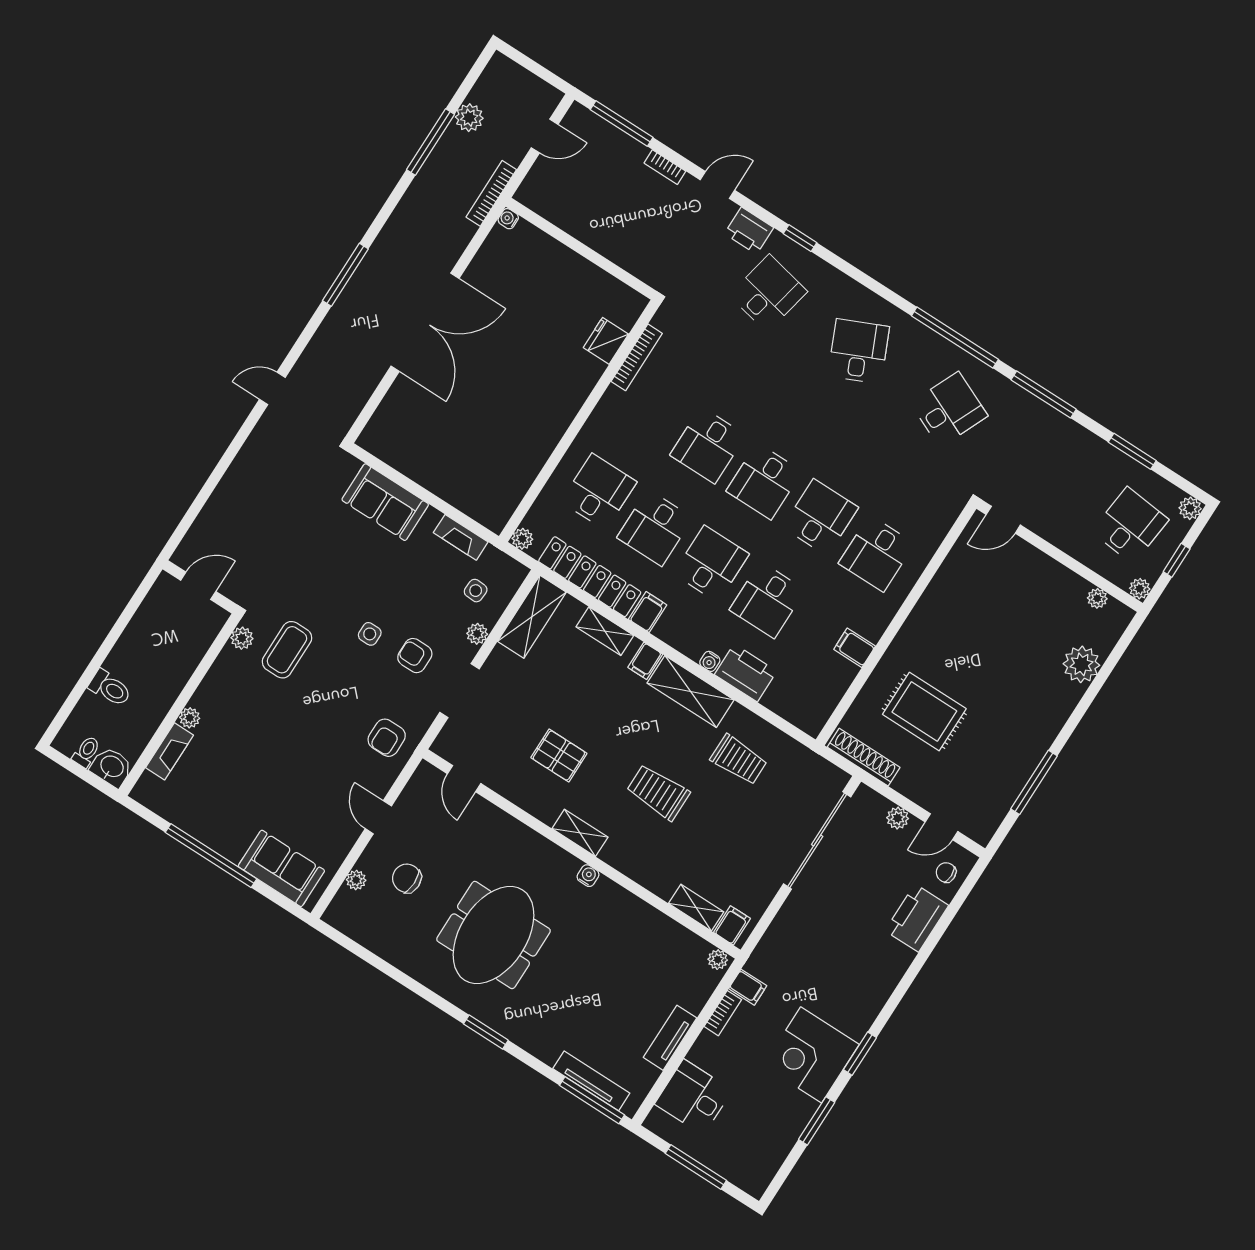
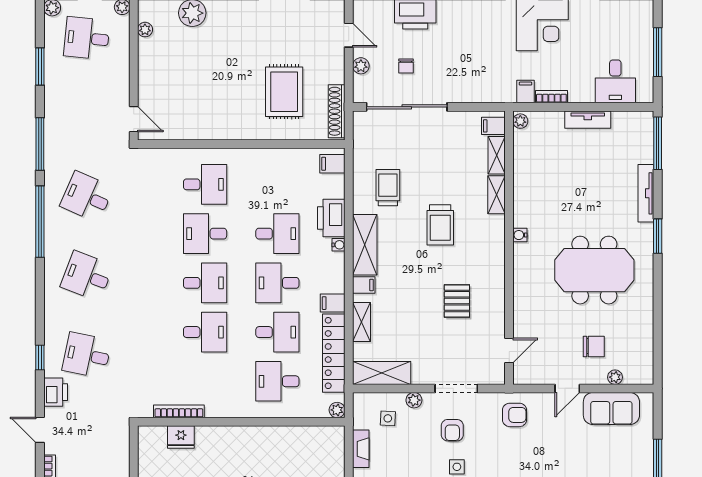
desk: (859, 351) -> (87, 276), turned 45
filing cabinet: (855, 648) -> (332, 164), moved, turned 90
shelving: (580, 833) -> (497, 195), moved
sofa: (281, 868) -> (611, 409), moved, turned -90
chair: (946, 872) -> (406, 66), moved
chair: (407, 878) -> (594, 346), turned -90
tv unit: (591, 1081) -> (646, 193), moved

